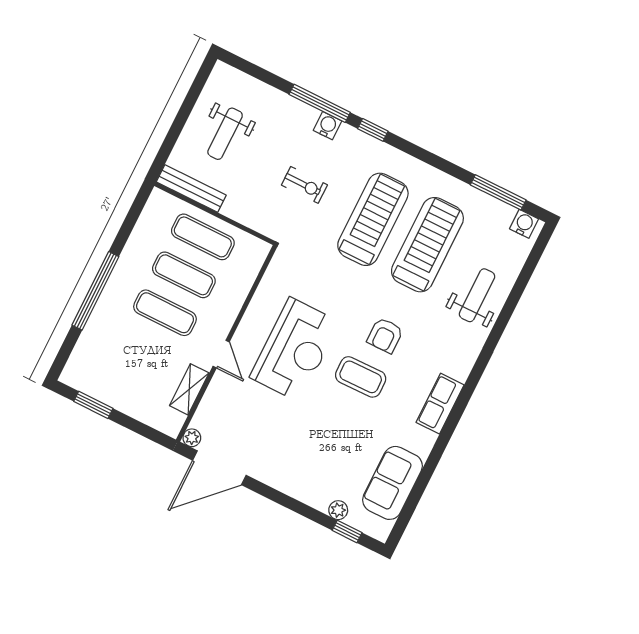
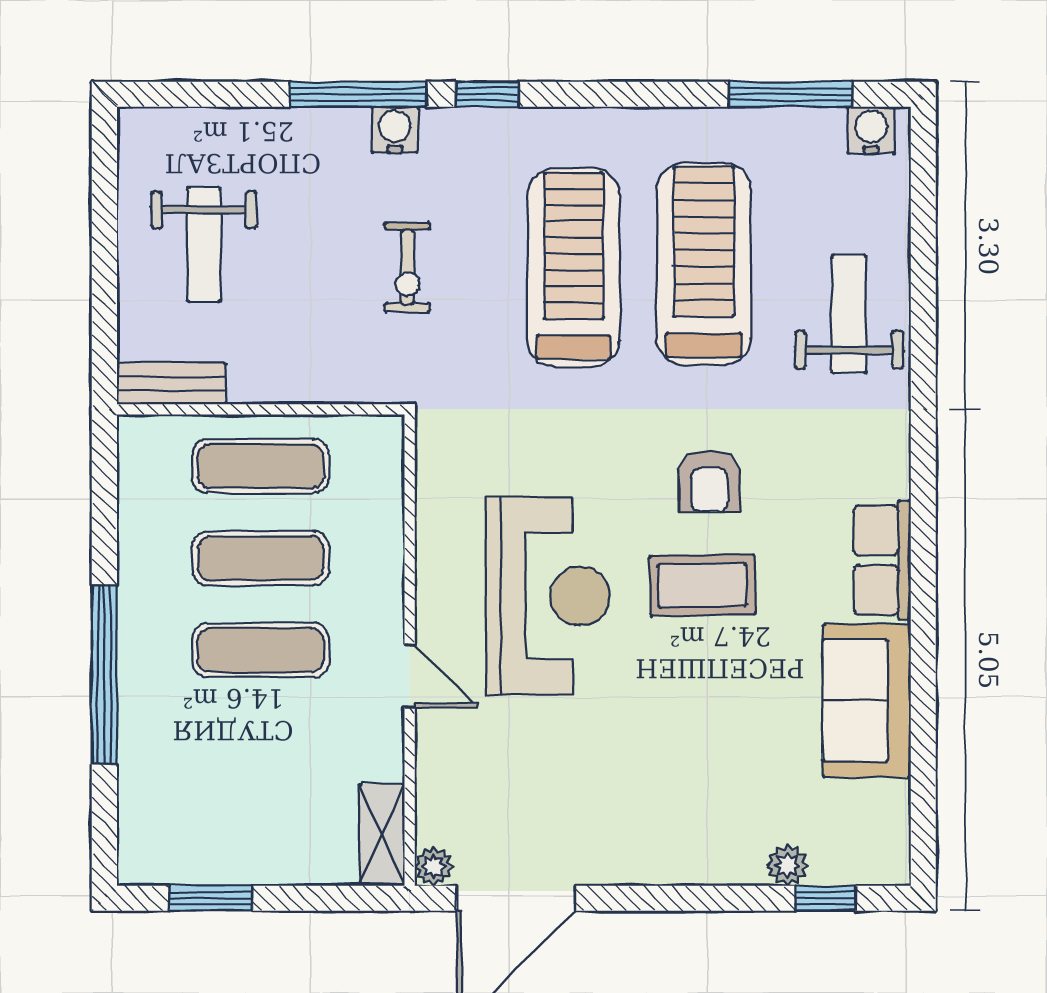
exercise bike: (304, 185) -> (407, 267), turned 90
bench: (191, 188) -> (171, 384), width x0.73
shelving: (189, 389) -> (382, 835), moved
sofa: (393, 483) -> (867, 700), moved

